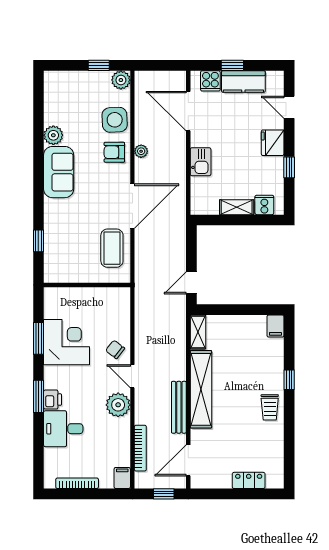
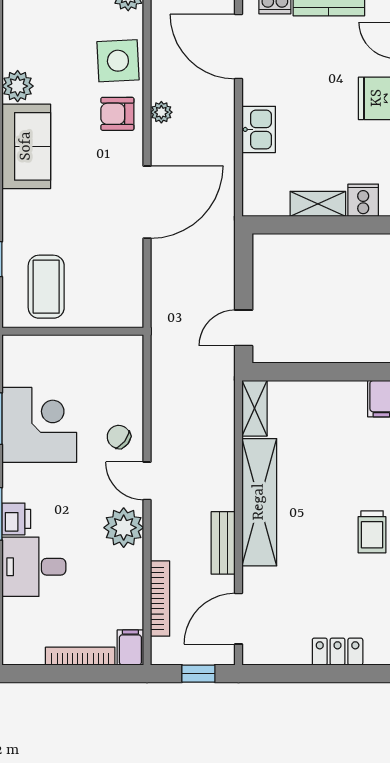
coffee table: (112, 248) -> (46, 287), moved
bench: (179, 407) -> (223, 543), width x0.73
bookcase: (77, 483) -> (80, 656), moved

